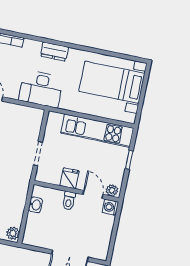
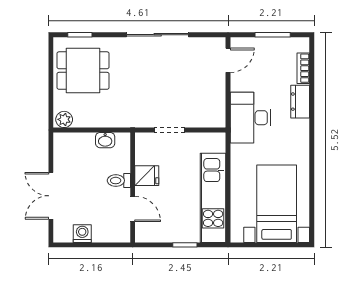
dresser: (54, 52) -> (300, 102), moved
plant: (112, 190) -> (143, 231), removed
door: (93, 194) -> (133, 209), hinge flipped
washing machine: (110, 207) -> (82, 234), moved

